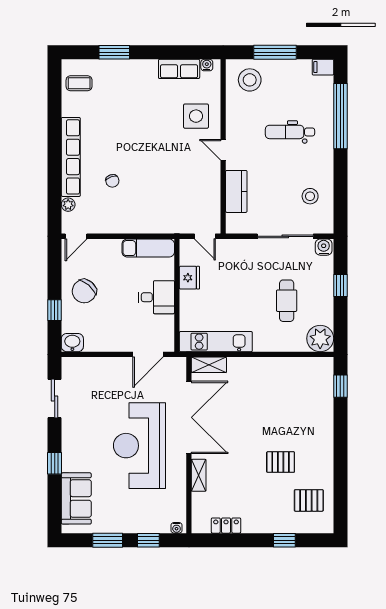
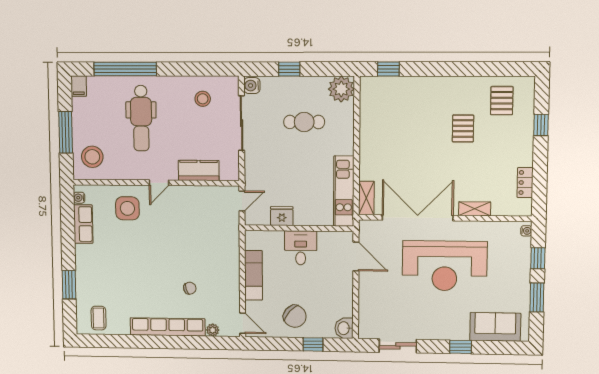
dental chair: (290, 132) -> (141, 118), width x1.36, depth x1.38
exam couch: (148, 248) -> (254, 275), moved

